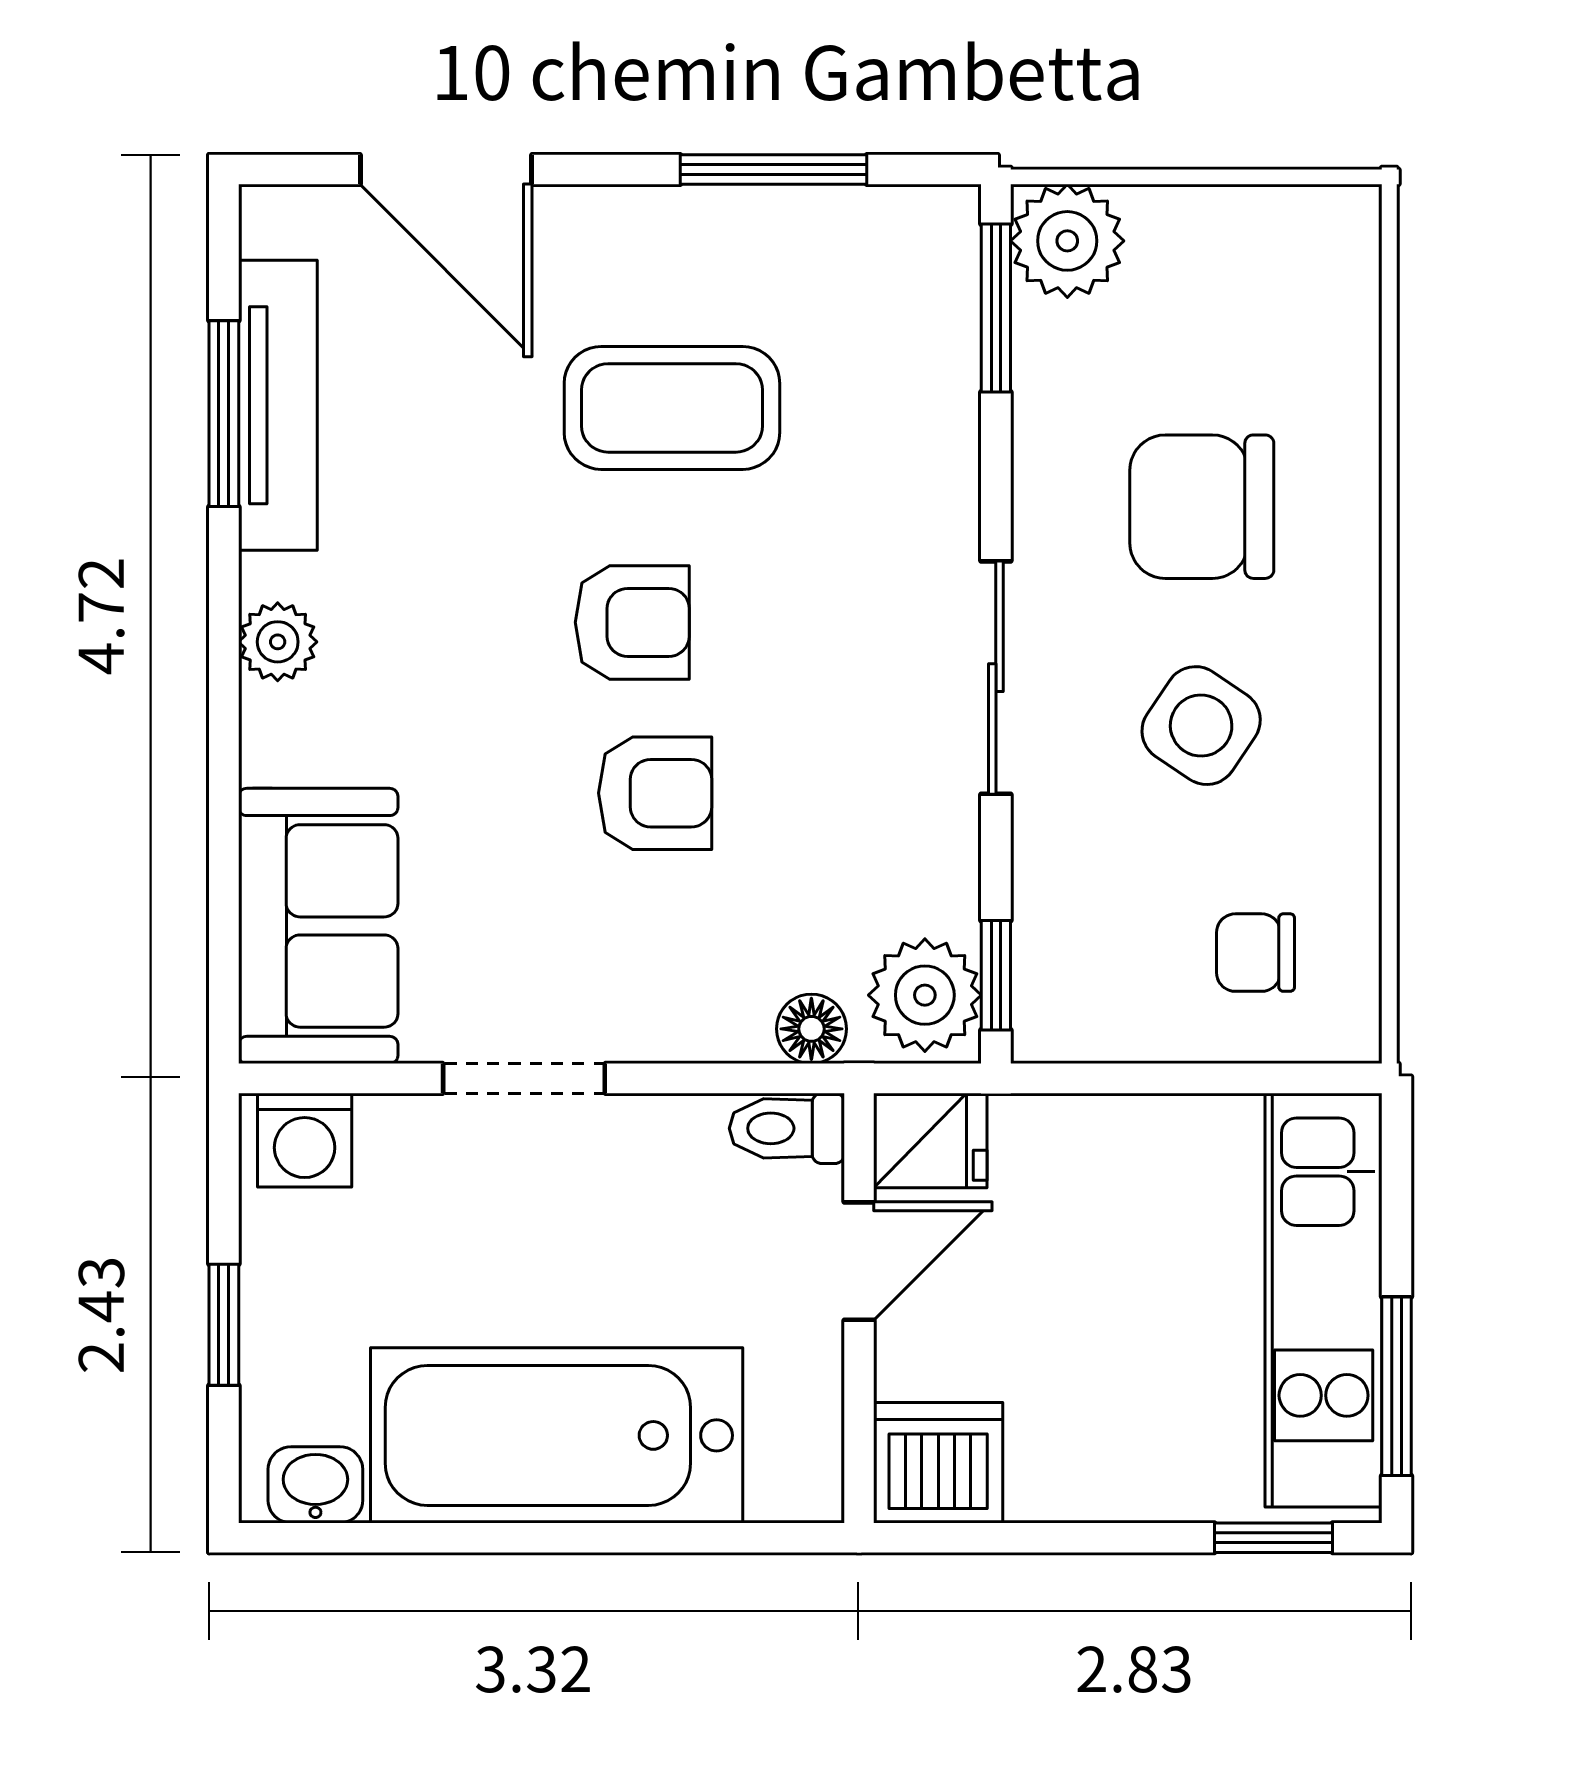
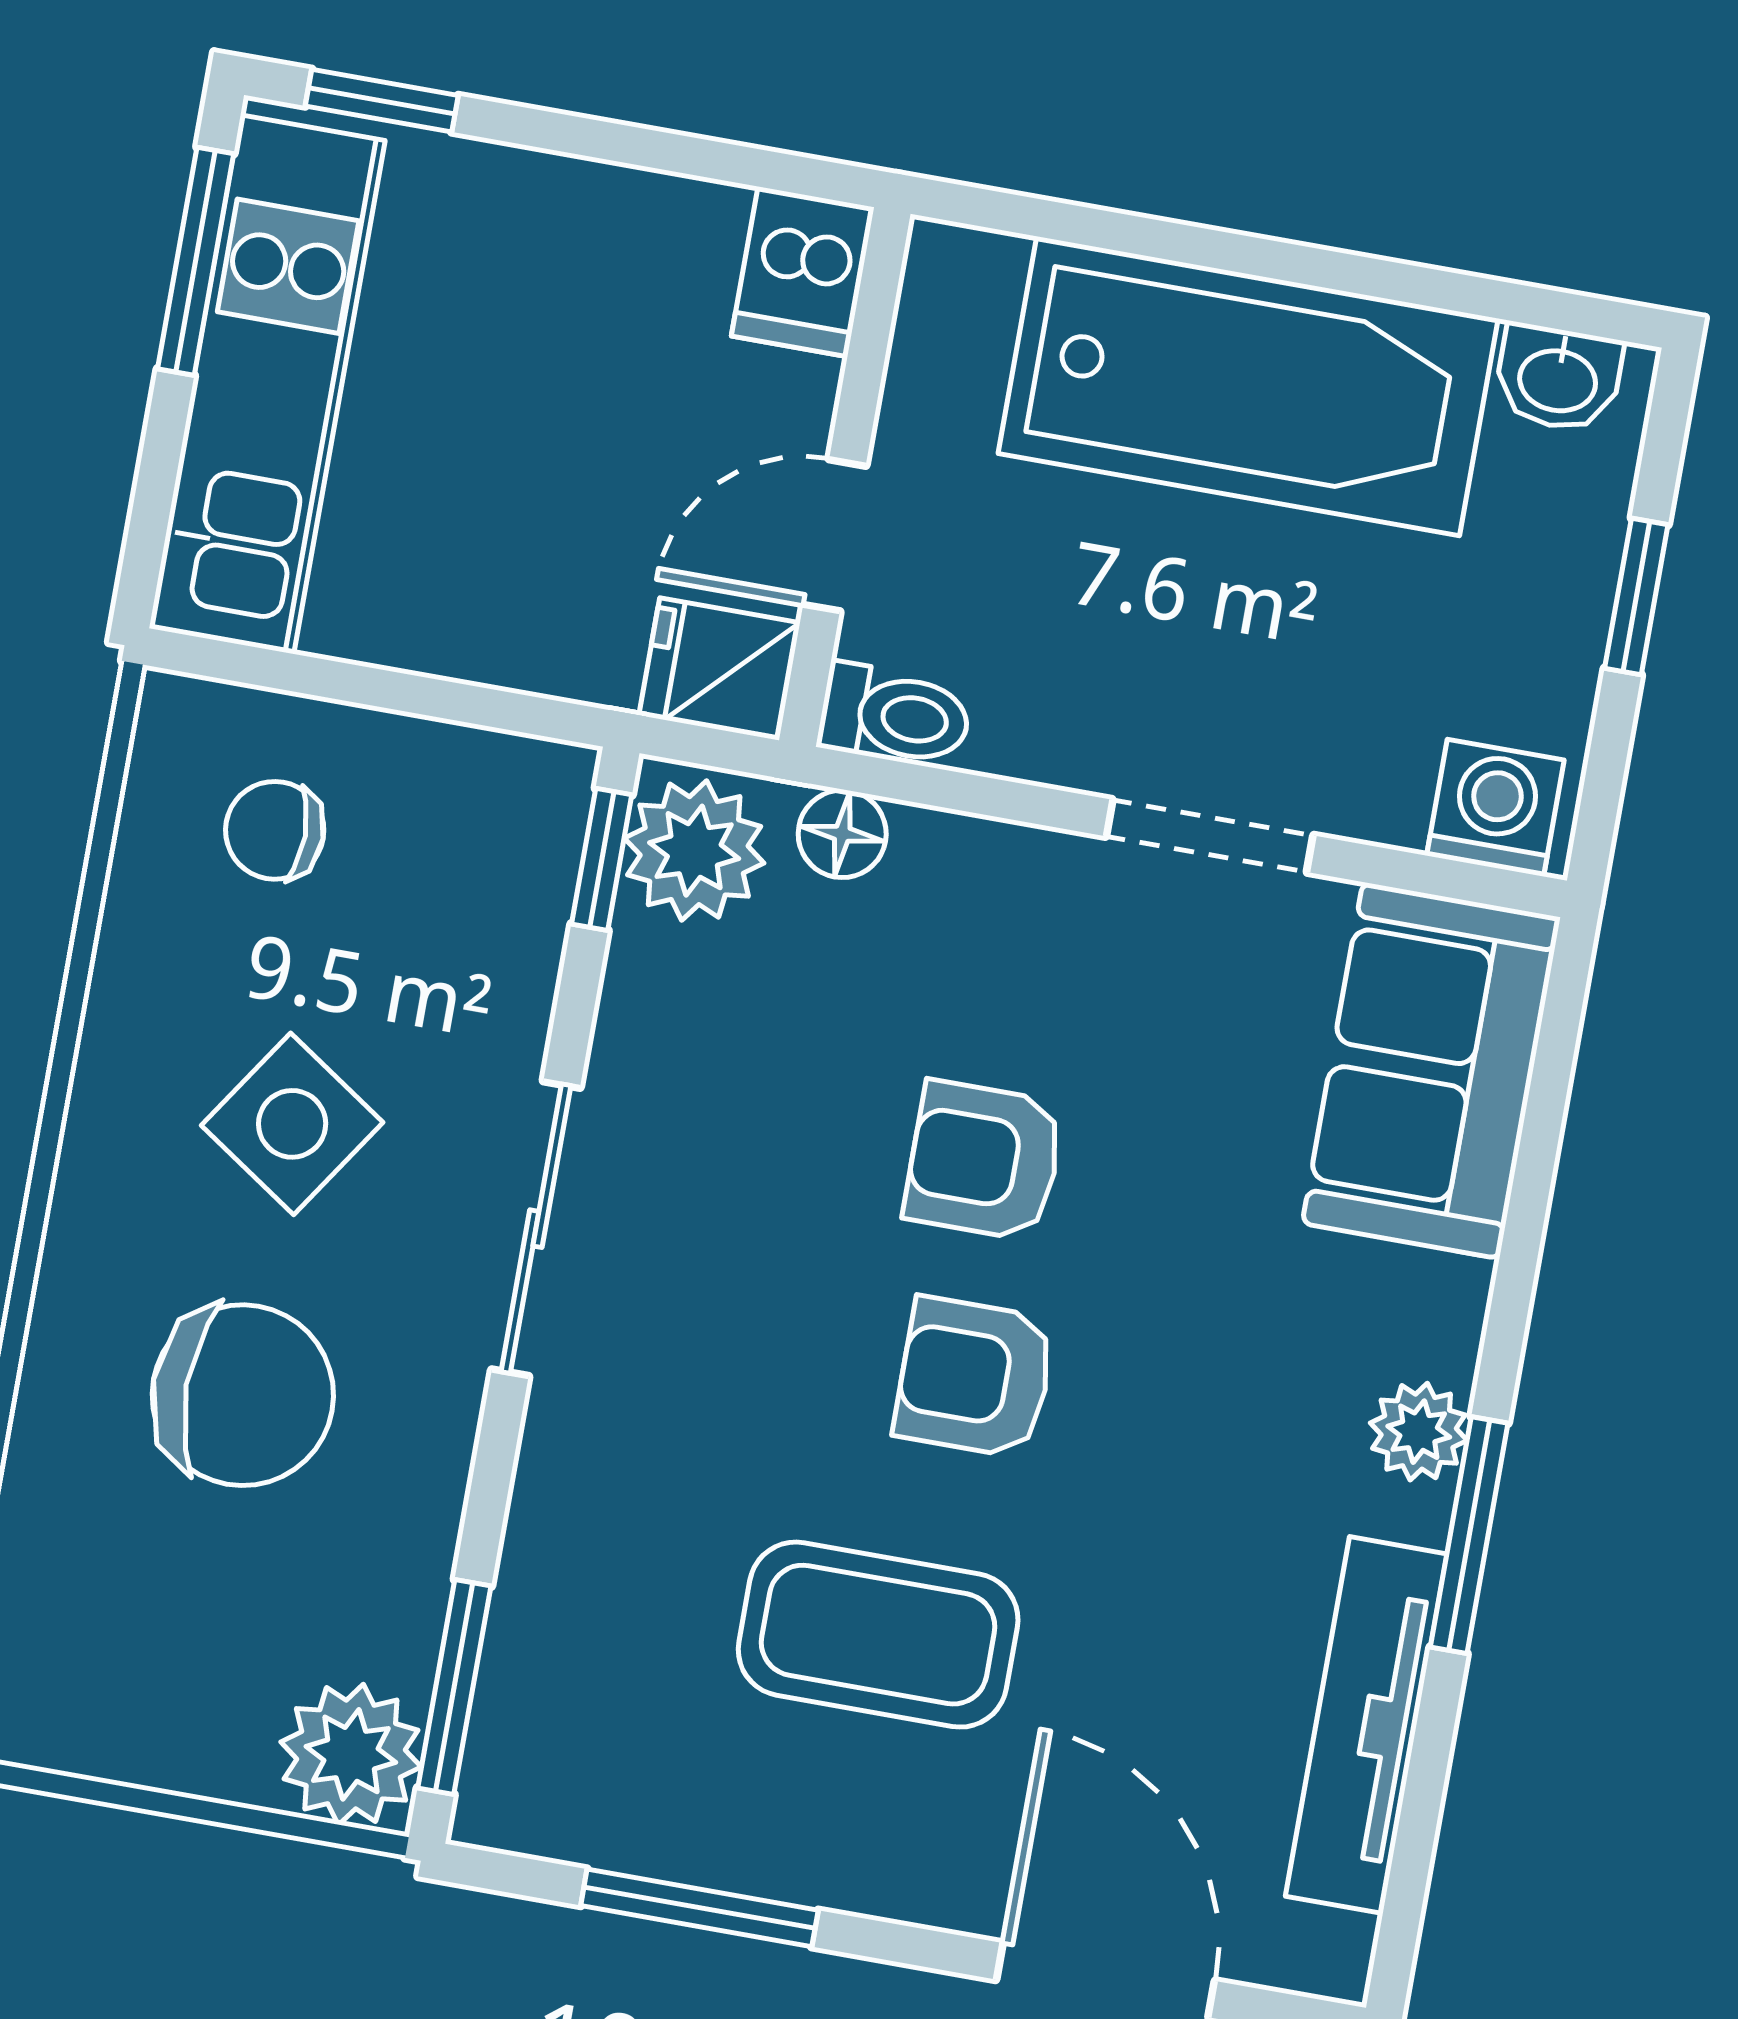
window: (224, 414) -> (1469, 1535), moved
chair: (1256, 953) -> (275, 830), turned 180
dishwasher: (938, 1463) -> (803, 272), width x0.73

